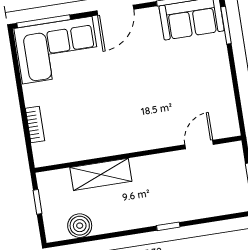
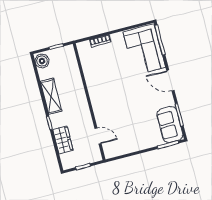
shelving: (101, 174) -> (51, 96), moved
wardrobe: (200, 206) -> (63, 140), added
boiler: (80, 226) -> (42, 61), moved

